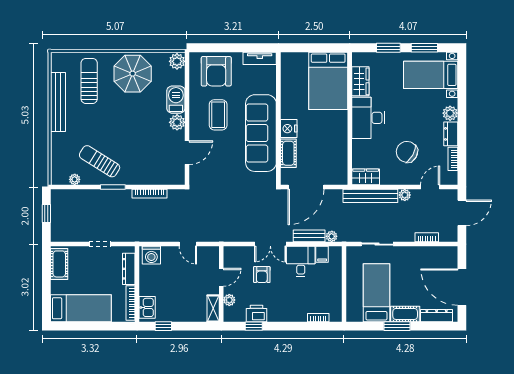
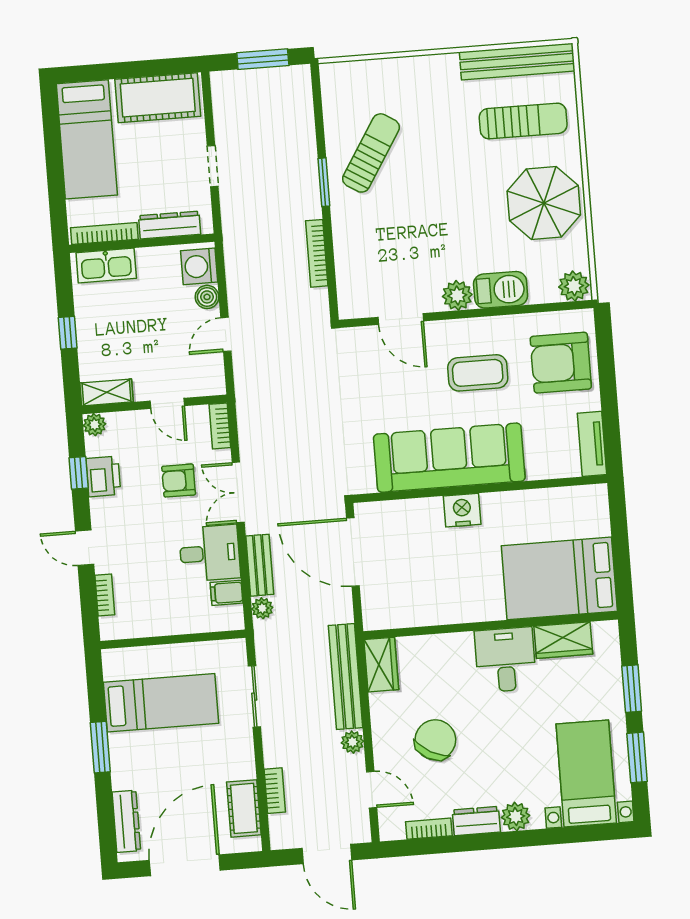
bench: (58, 102) -> (517, 62), moved
desk: (368, 118) -> (505, 660), width x0.73
cot: (288, 153) -> (415, 513), removed
plant: (75, 179) -> (333, 108), removed
window: (46, 214) -> (263, 59), width x1.50
bookcase: (235, 251) -> (220, 426), added
boiler: (168, 252) -> (207, 297), added
cot: (59, 264) -> (158, 98), width x1.37, depth x1.34
plant: (229, 300) -> (94, 425), moved
kitchen sink: (147, 307) -> (106, 266), width x1.38
cot: (405, 314) -> (244, 808), moved
window: (163, 326) -> (68, 333), moved
door: (293, 326) -> (85, 548), added

